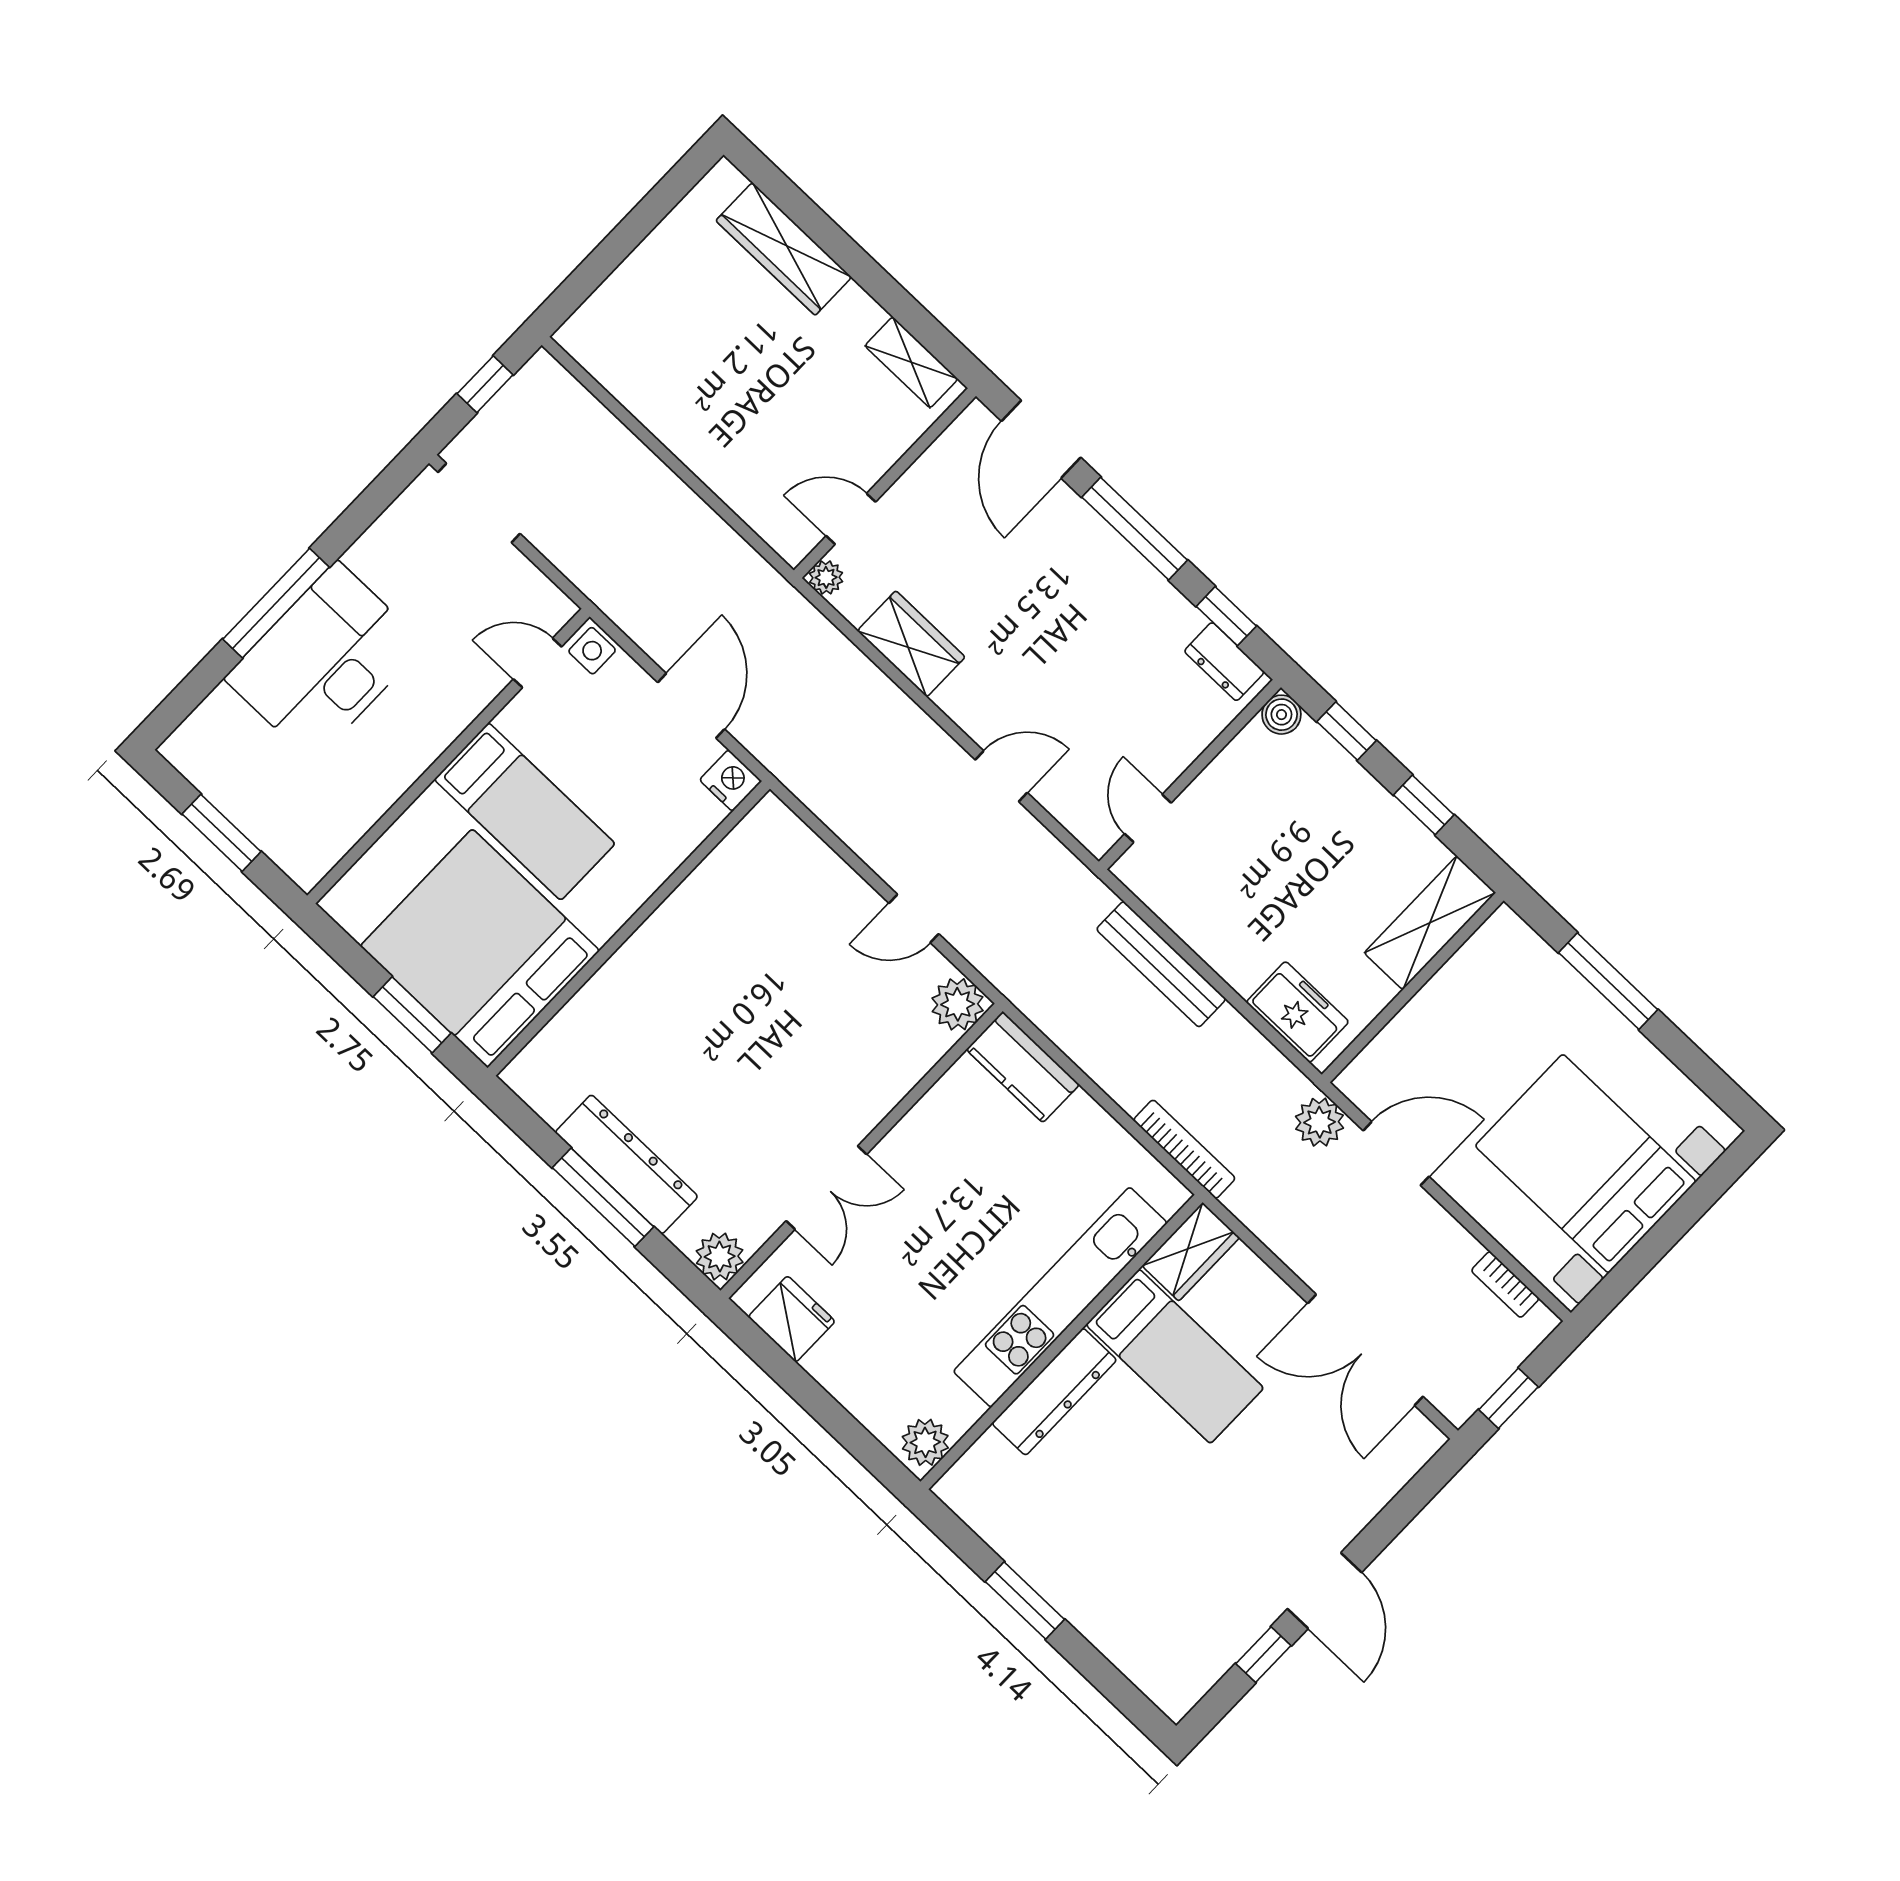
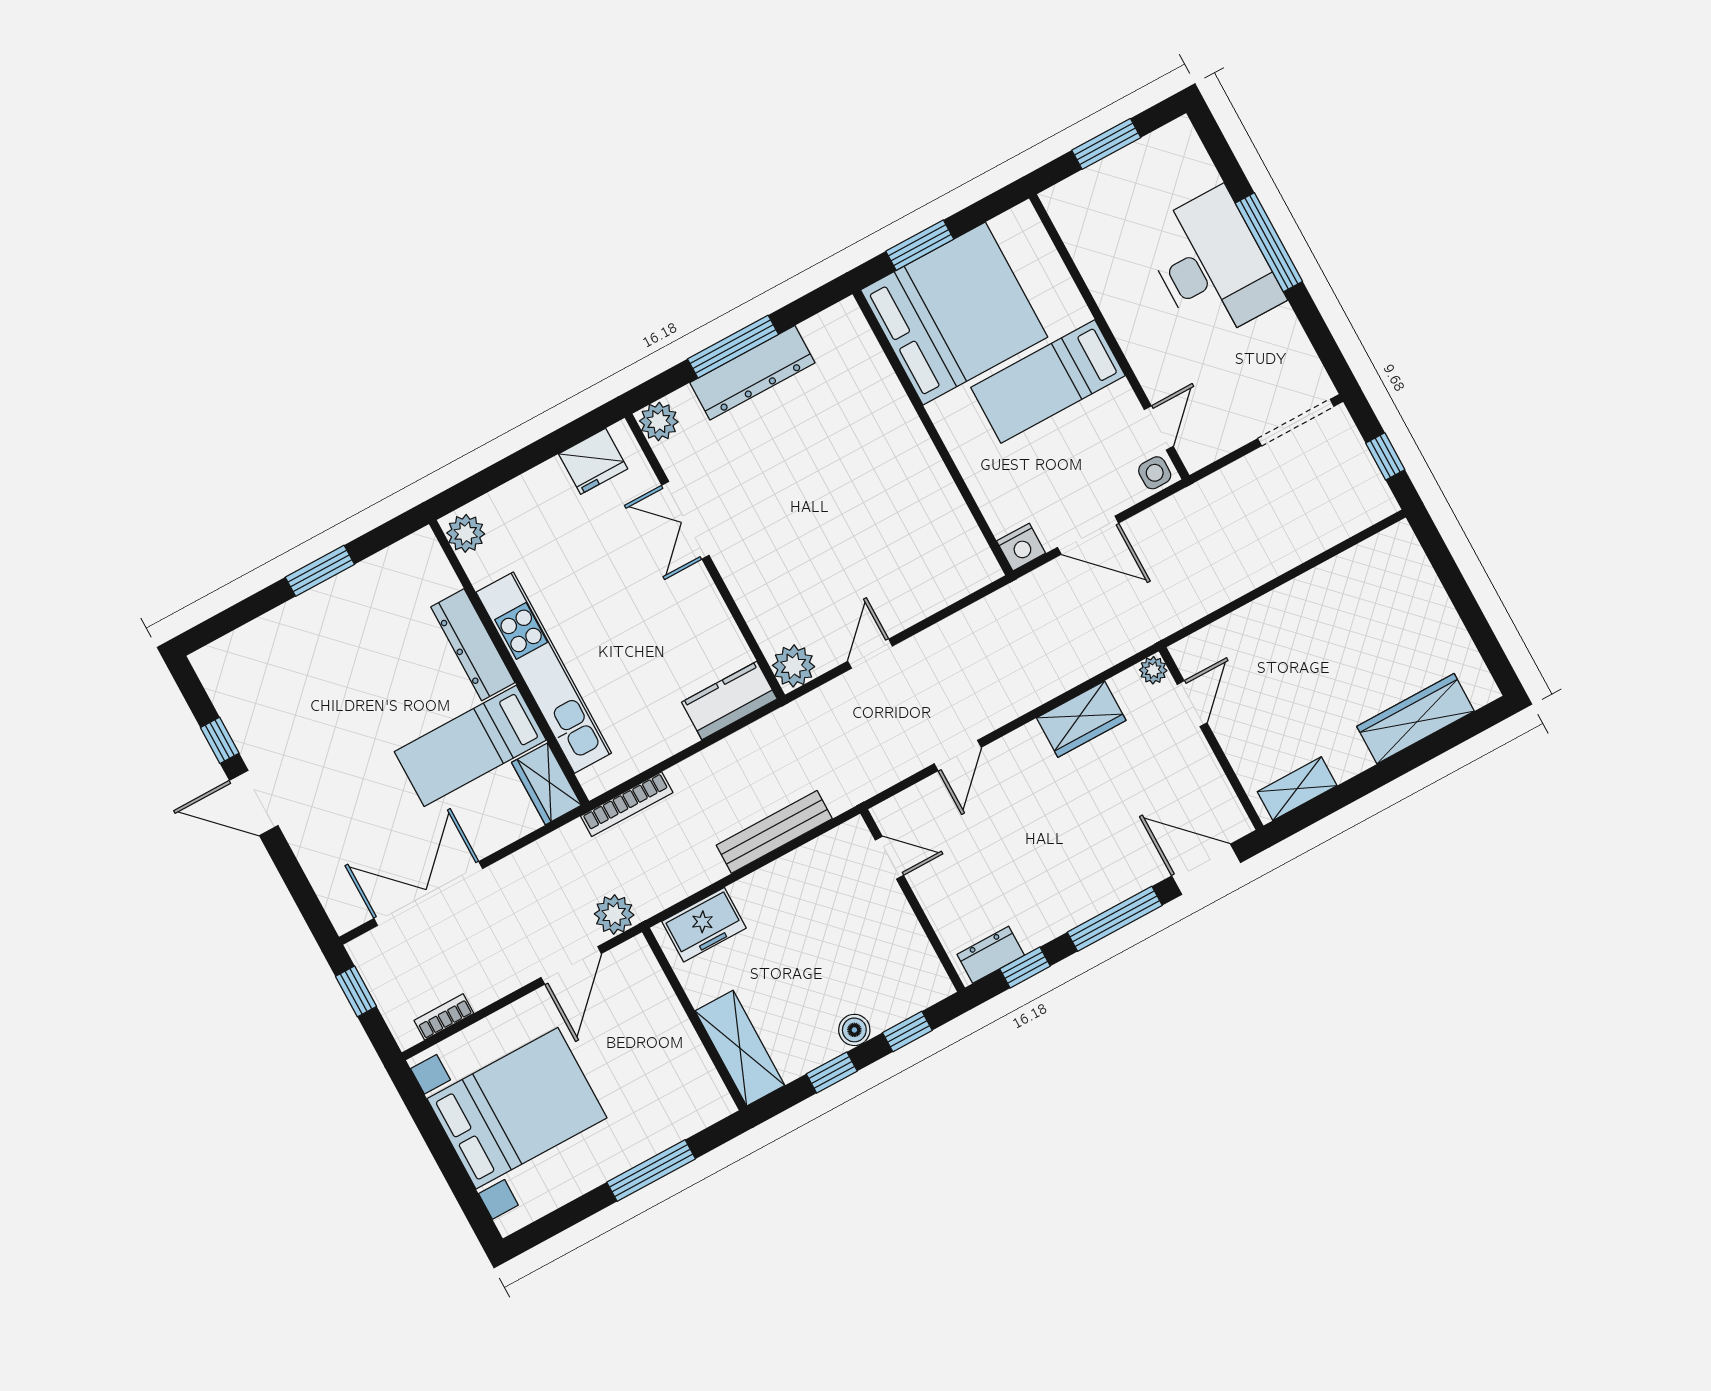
boiler: (1281, 715) -> (854, 1030), moved

